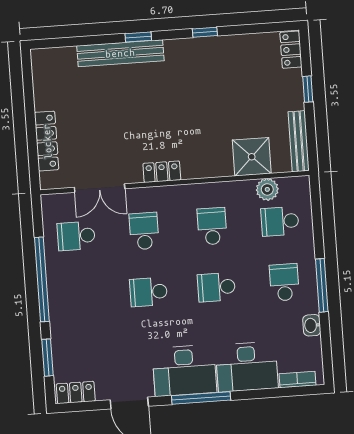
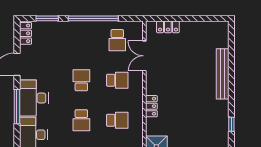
window: (138, 37) -> (231, 85), removed
locker: (47, 141) -> (168, 27), width x0.66
locker: (162, 172) -> (151, 106), moved
school desk: (76, 236) -> (117, 40), turned 180
school desk: (216, 287) -> (81, 120), turned 180

